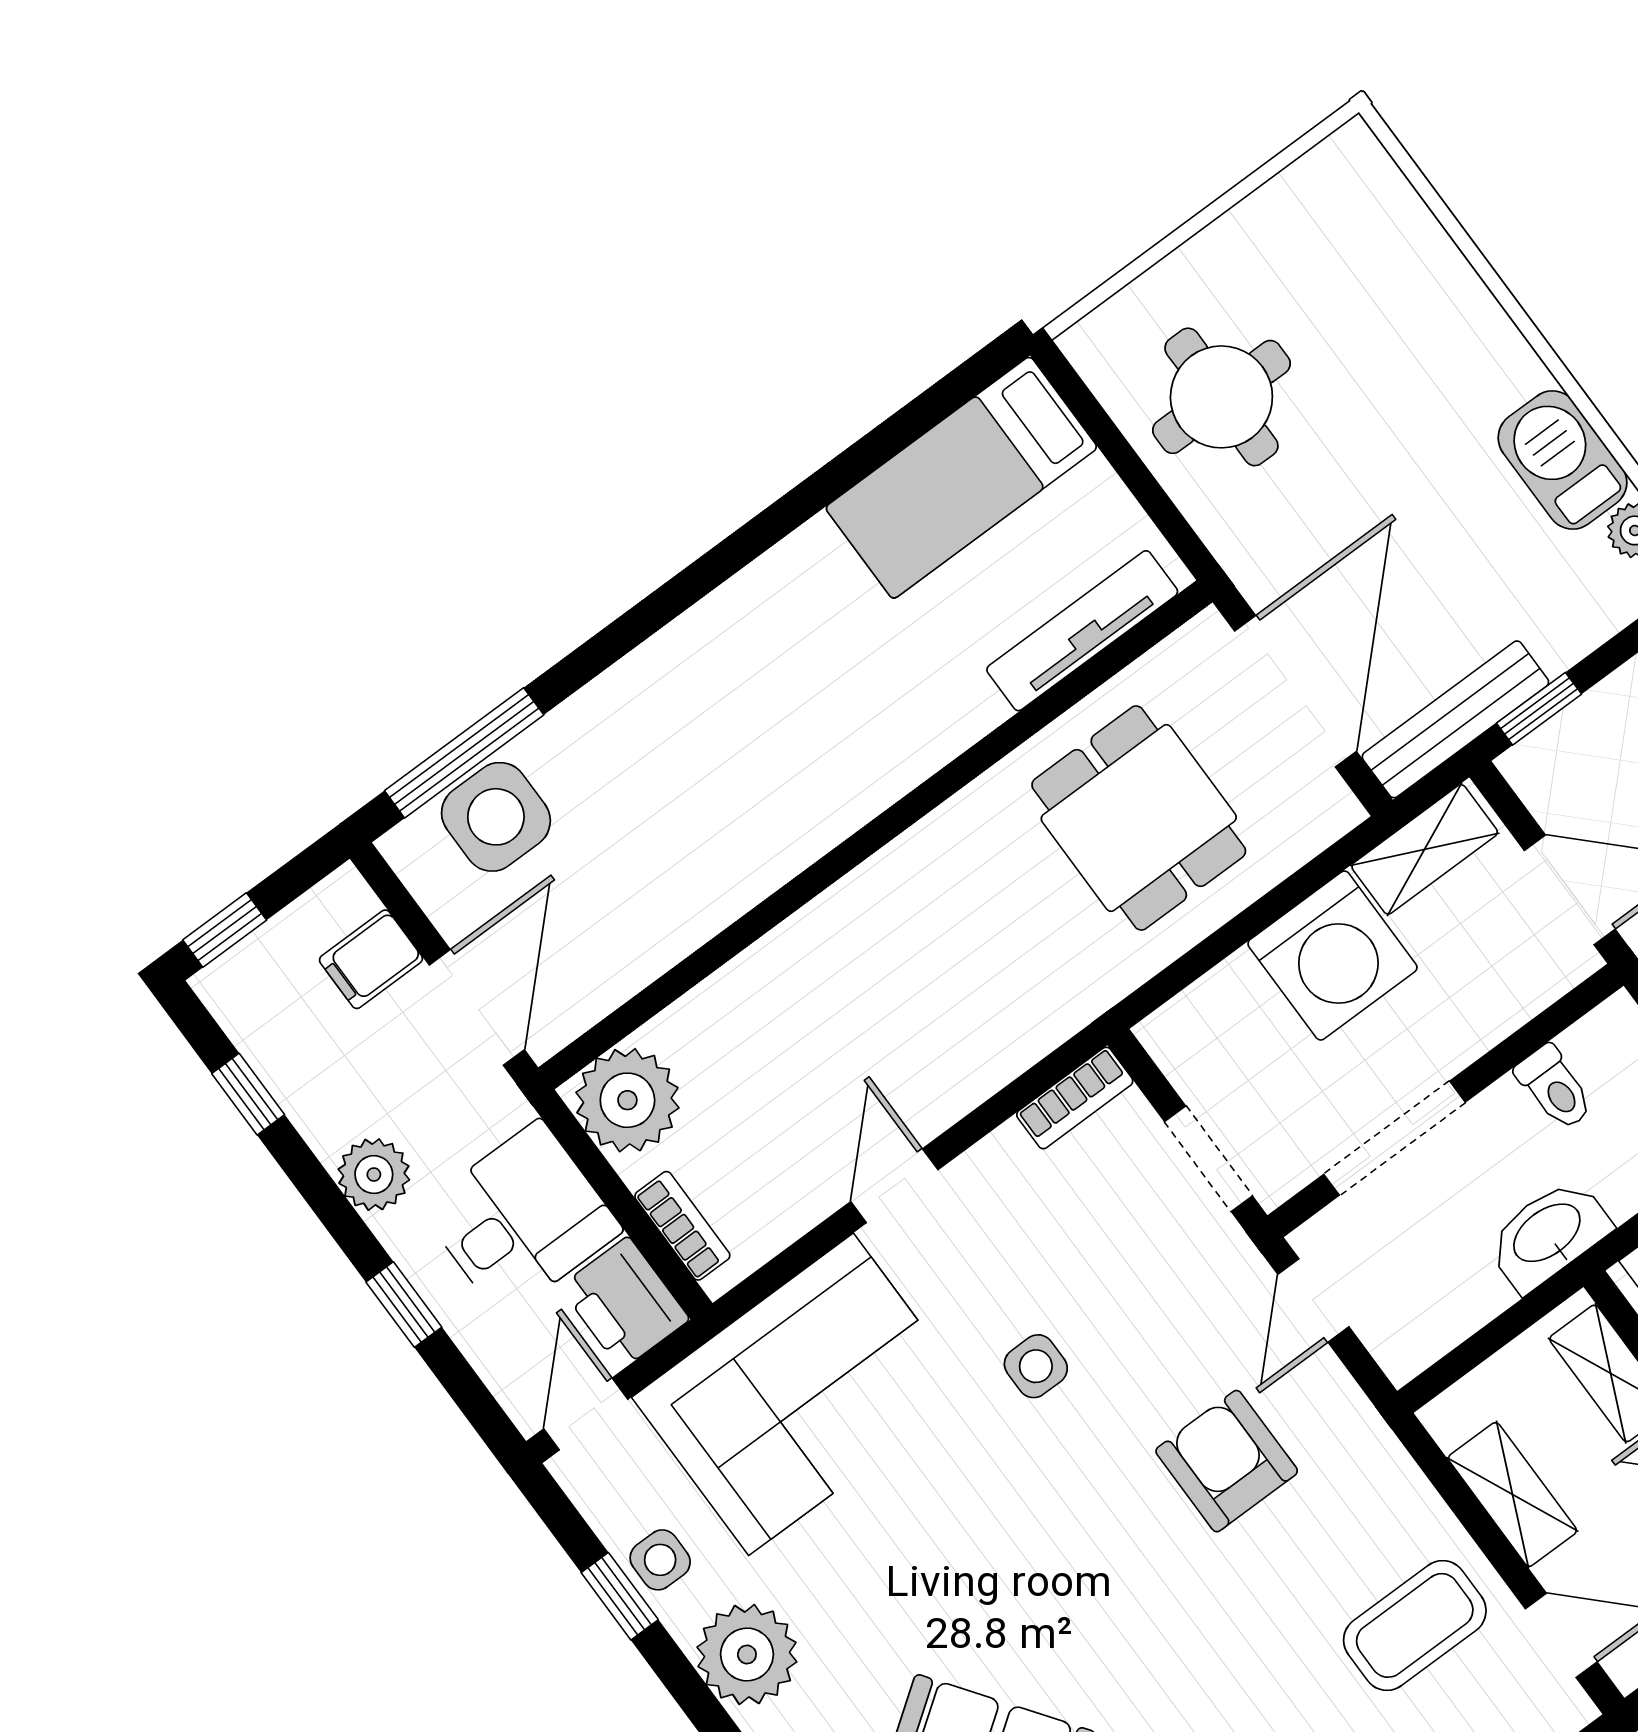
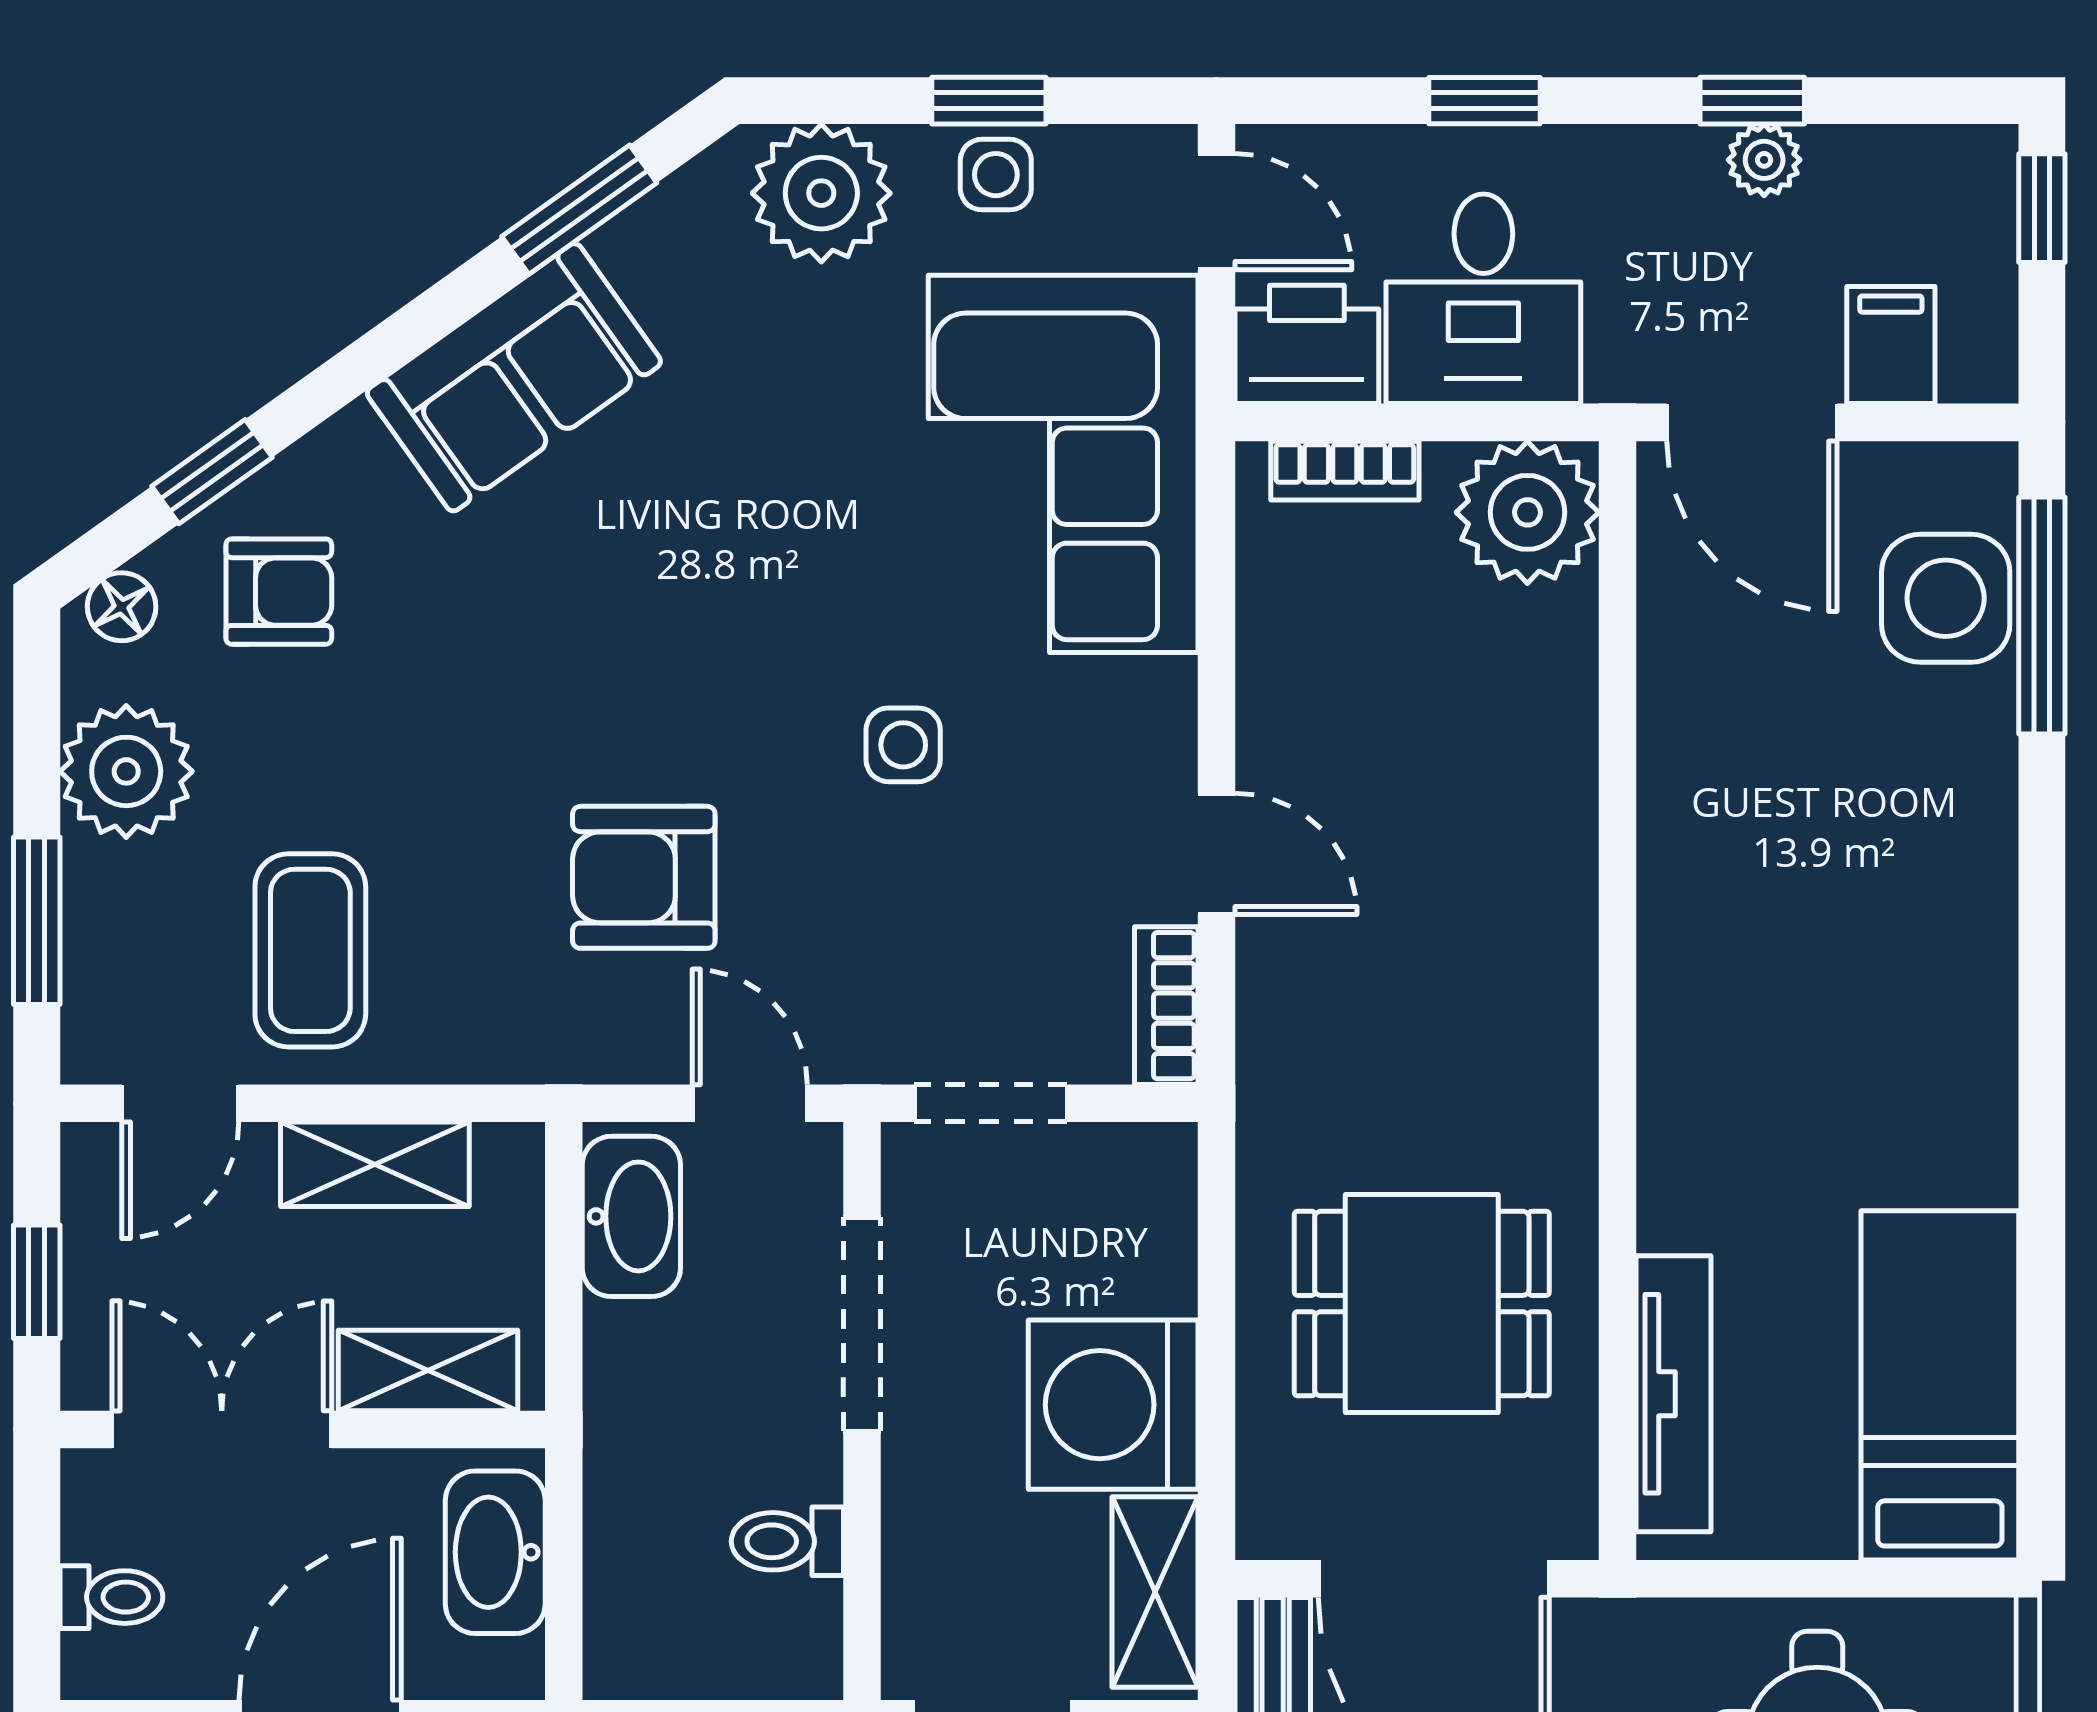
window: (248, 1094) -> (1752, 101), moved
plant: (374, 1175) -> (1764, 160), moved, width x0.73, depth x0.73
door: (894, 1186) -> (1216, 854), moved
washbasin: (1548, 1234) -> (631, 1216), moved
armchair: (1227, 1461) -> (644, 877), turned 180

